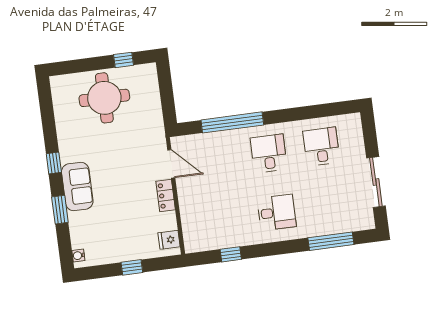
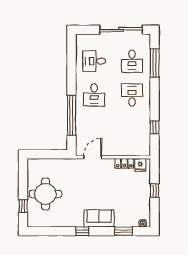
window: (124, 60) -> (23, 206), moved
desk: (269, 153) -> (94, 95), turned -90
sliding door: (376, 182) -> (121, 30), width x1.36
locker: (166, 195) -> (124, 163), moved
desk: (329, 206) -> (132, 61), added
window: (60, 210) -> (124, 231), moved

